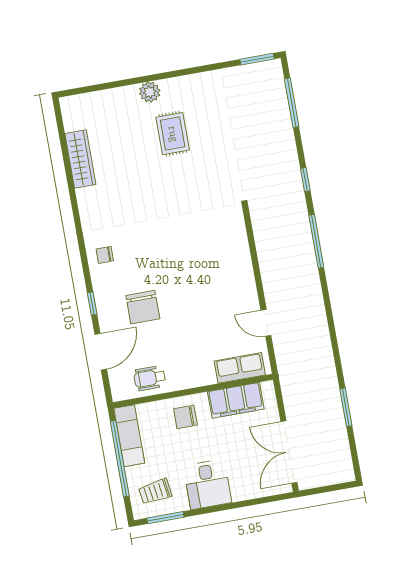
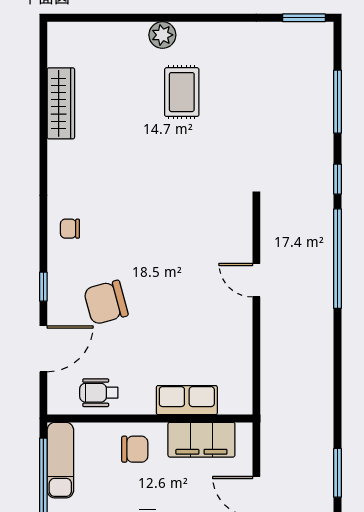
window: (292, 103) -> (337, 102), moved
window: (316, 241) -> (337, 259), width x1.46
chair: (143, 307) -> (106, 302), turned 75
door: (266, 323) -> (256, 280), moved
row of seats: (240, 368) -> (187, 400), moved
chair: (185, 417) -> (135, 449), turned 180

